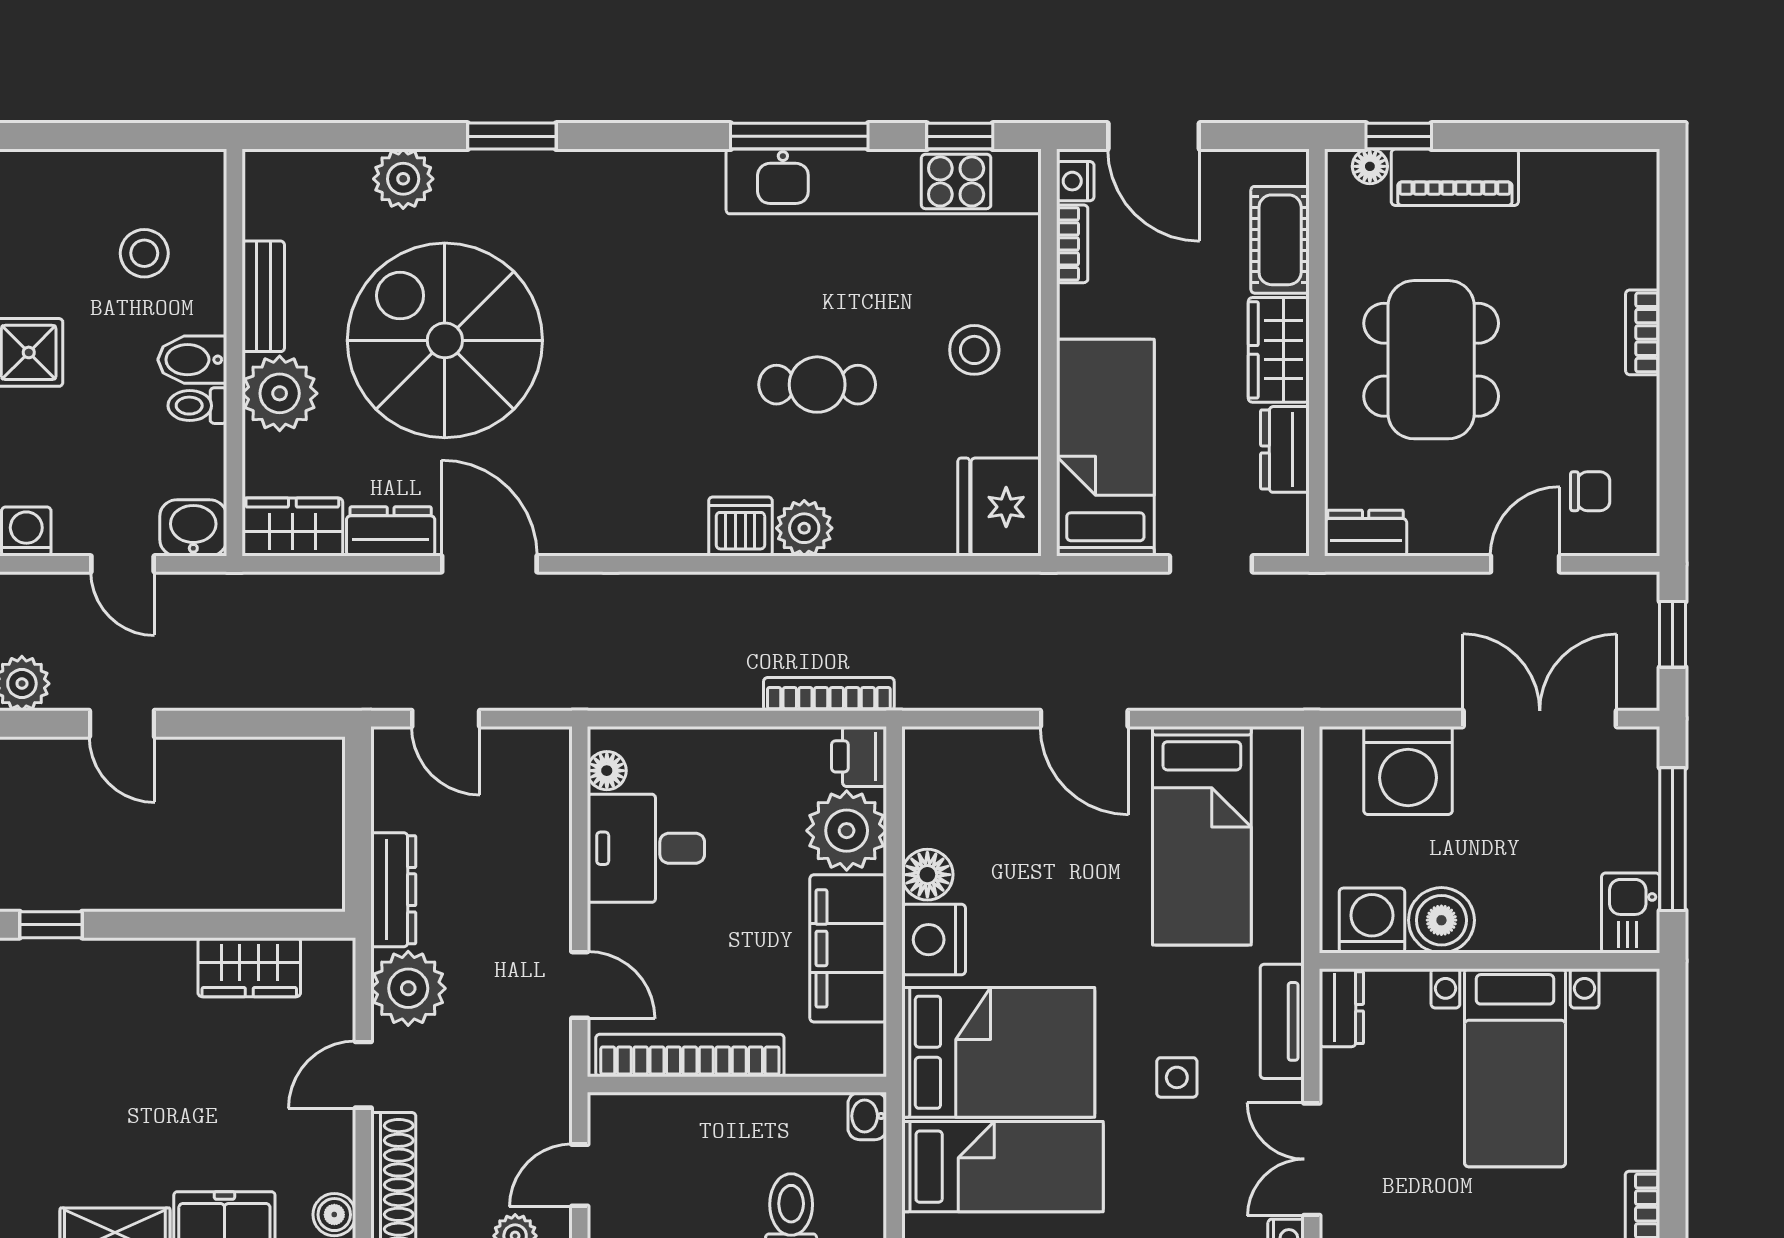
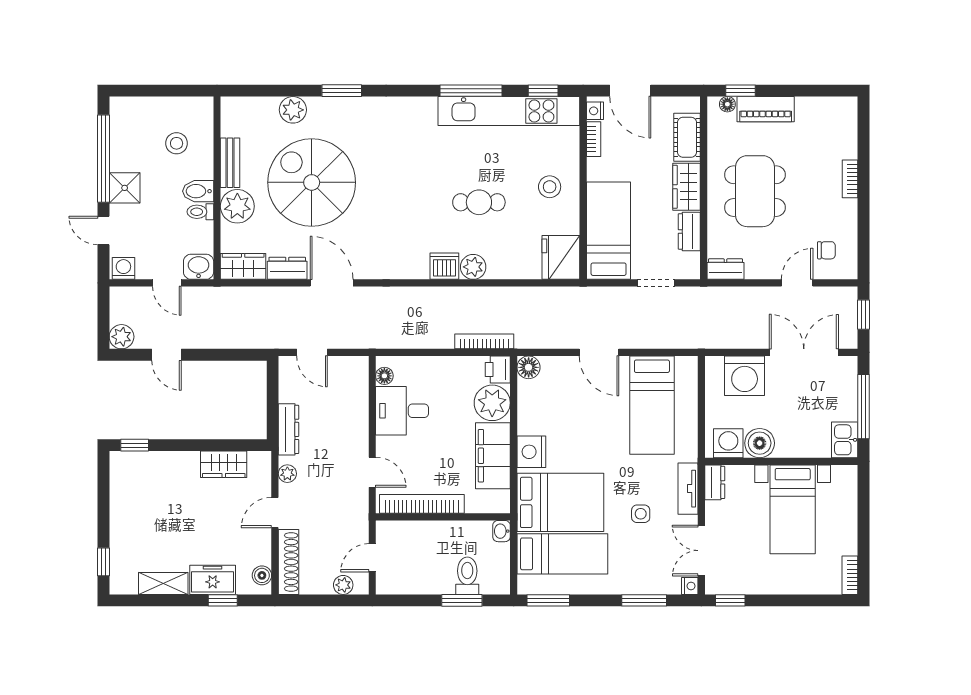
floor lamp: (927, 875) -> (529, 367), moved
plant: (408, 988) -> (287, 474), width x0.53, depth x0.53

